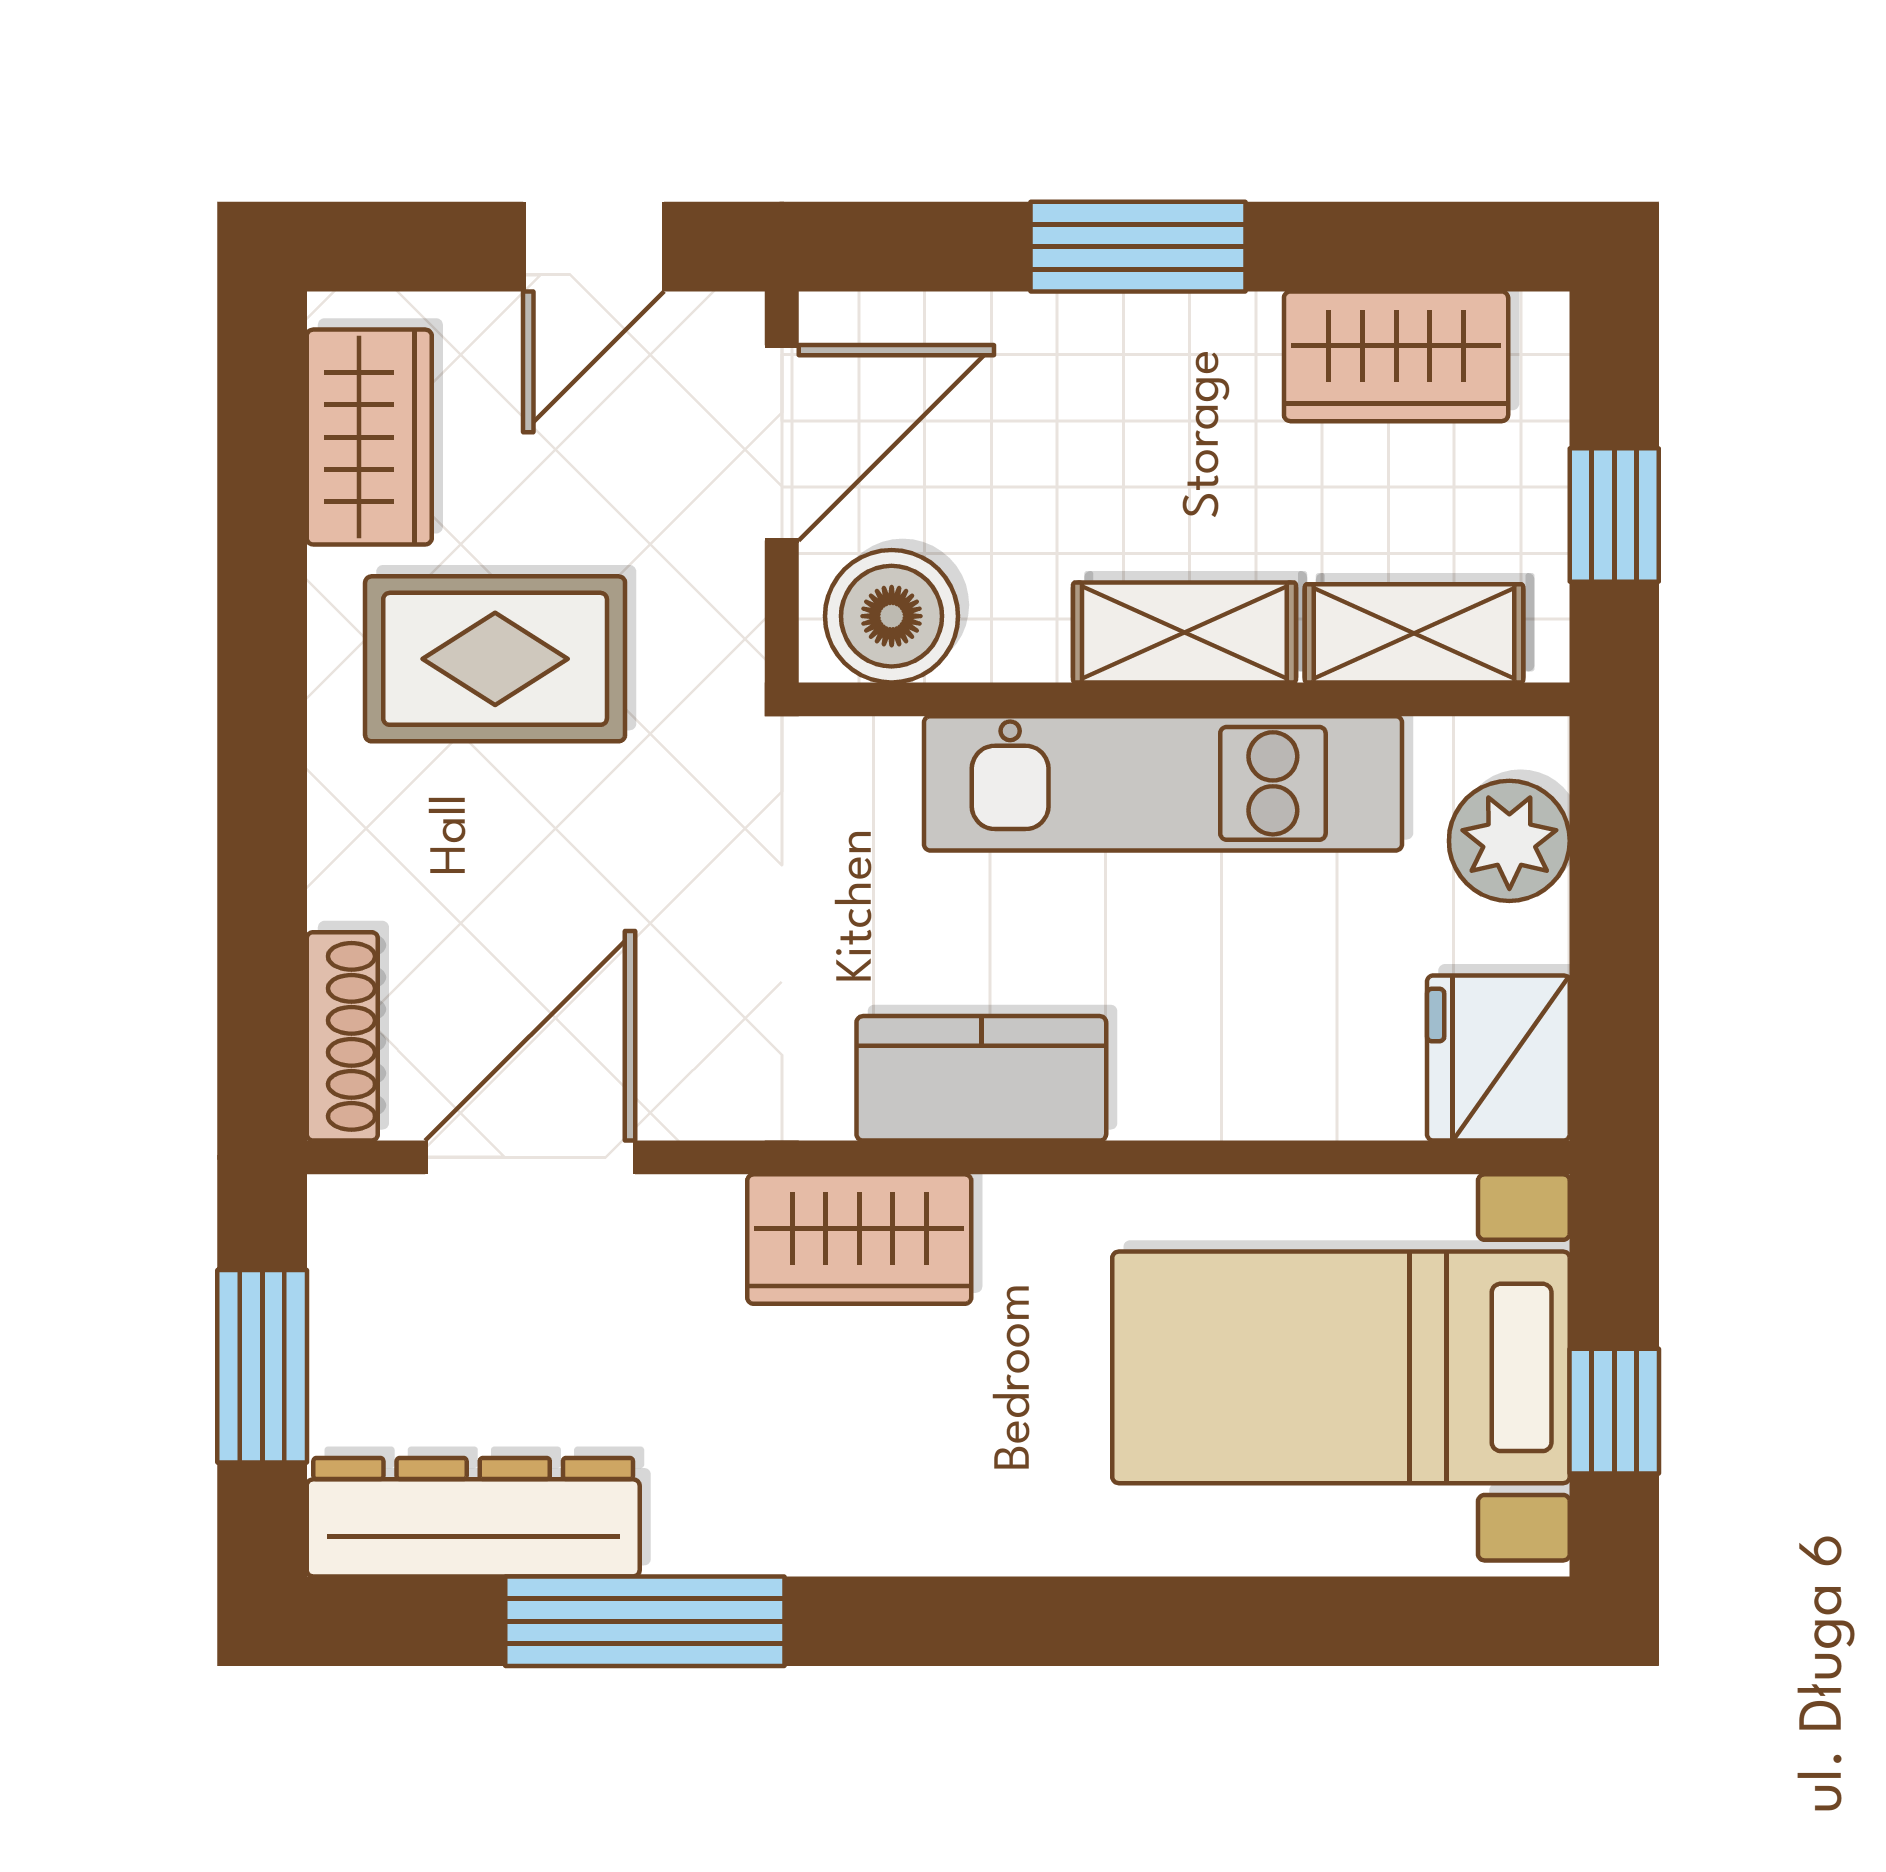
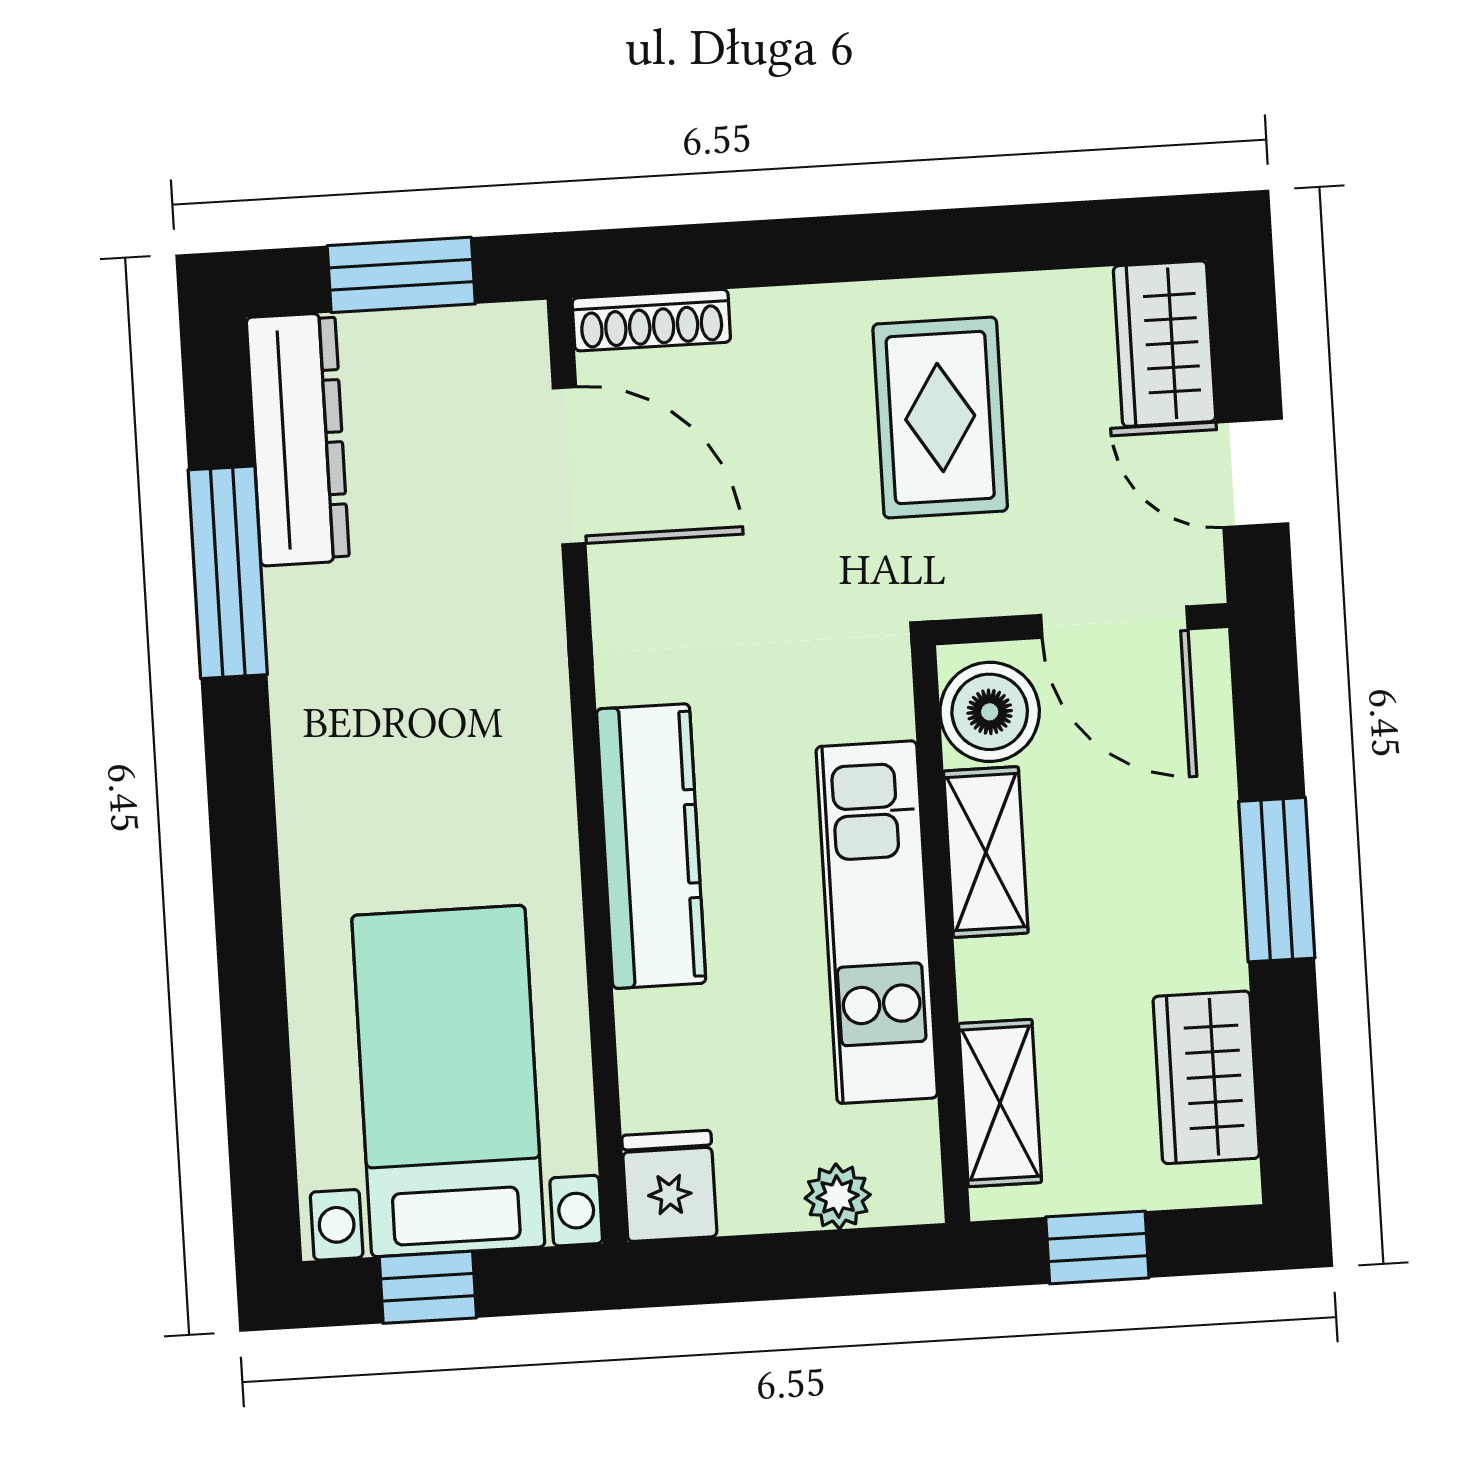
wardrobe: (369, 437) -> (1165, 344), moved, turned 90
shelving: (1184, 632) -> (986, 852), moved
plant: (1509, 841) -> (838, 1196), width x0.73, depth x0.73
fridge: (1498, 1058) -> (669, 1186), width x0.72
kitchen counter: (981, 1078) -> (651, 846), width x1.50
wardrobe: (859, 1239) -> (523, 715), removed

